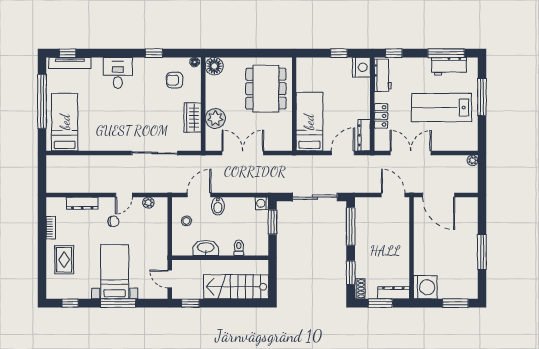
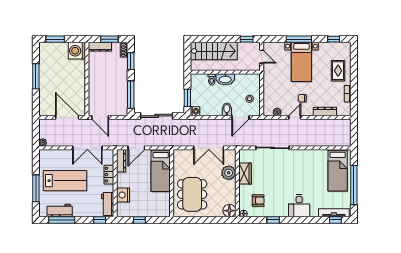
nightstand: (361, 67) -> (123, 195), moved
washbasin: (206, 248) -> (225, 79), moved

